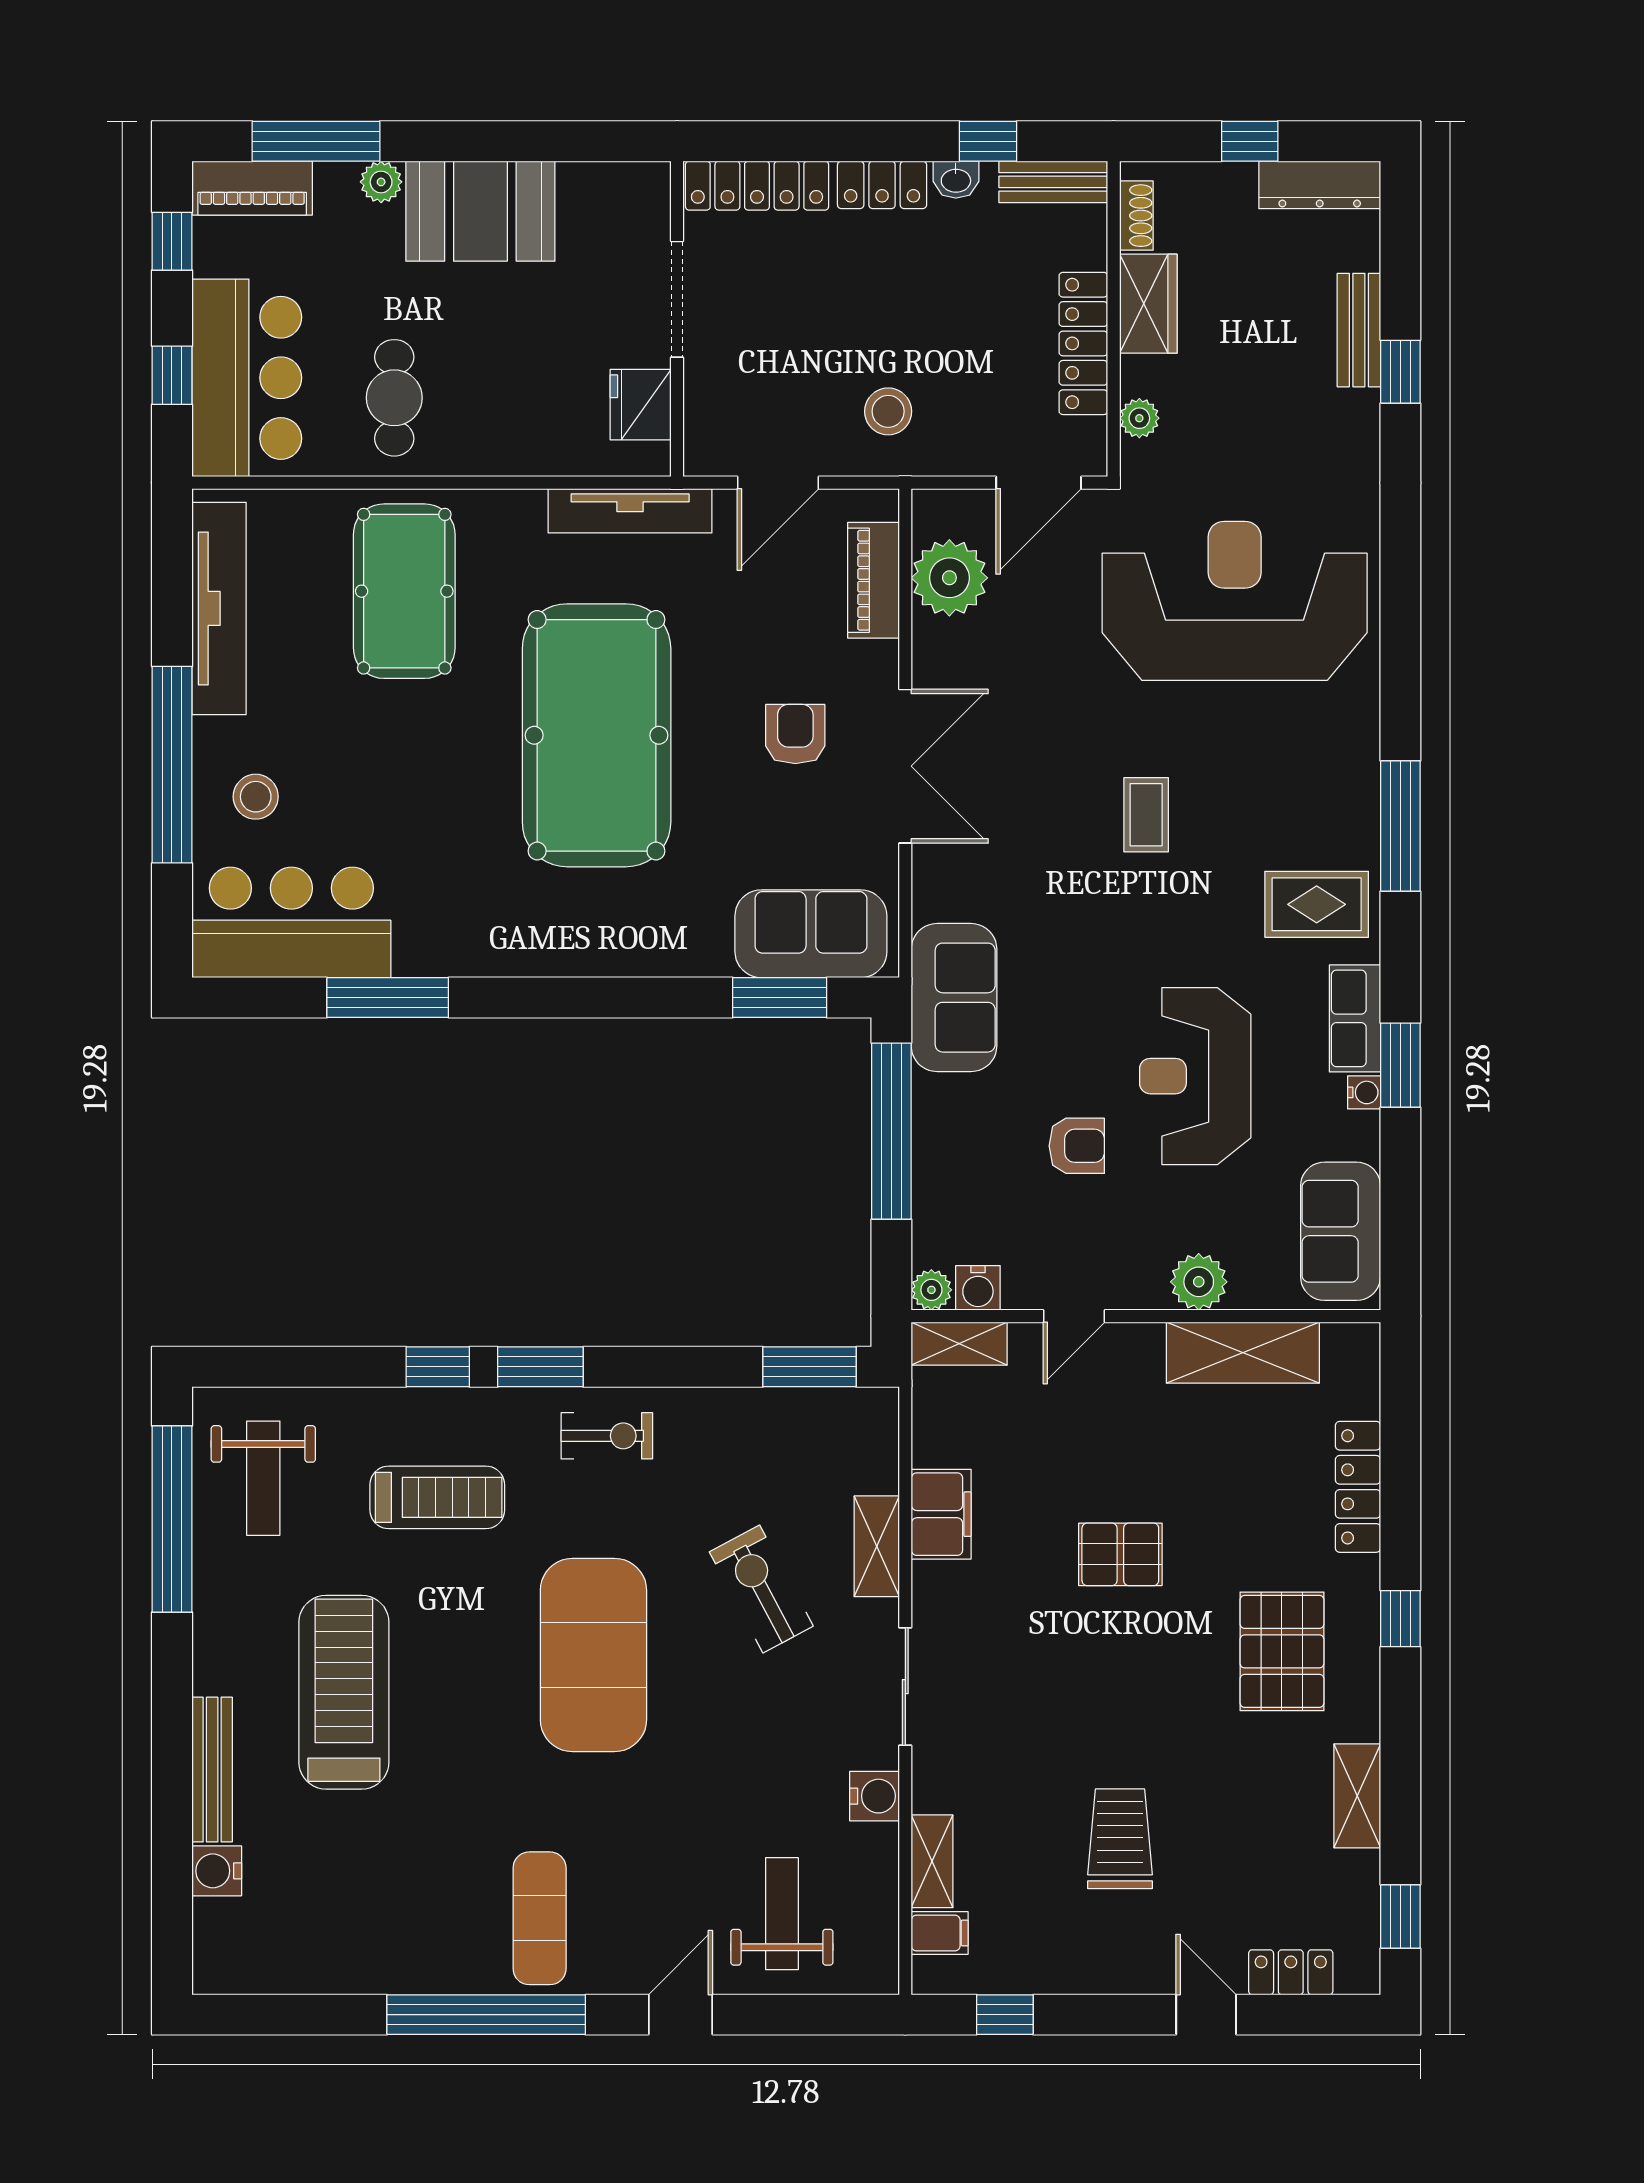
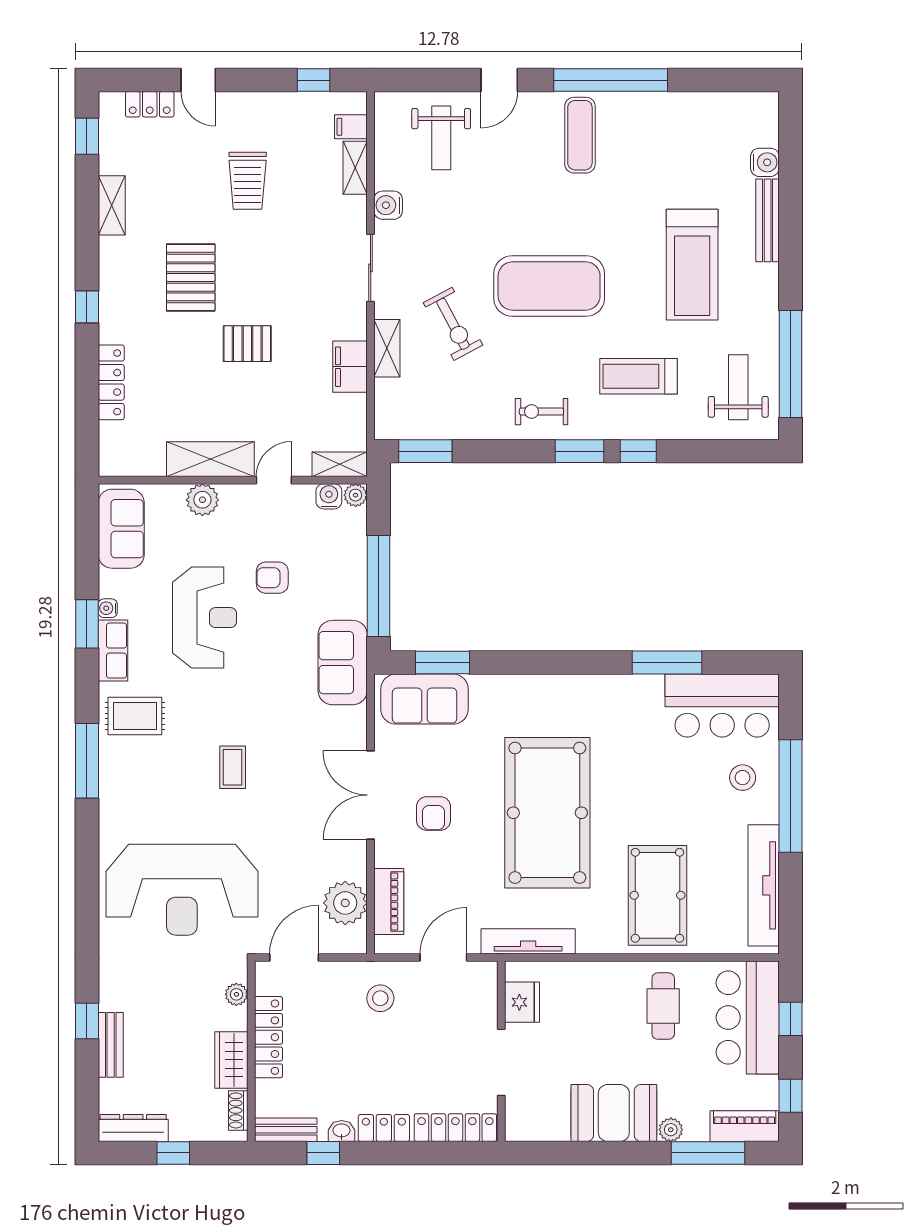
shelving: (1243, 1353) -> (210, 459), moved
pallet: (1282, 1651) -> (191, 278), moved
exercise mat: (593, 1655) -> (549, 286), turned 90

